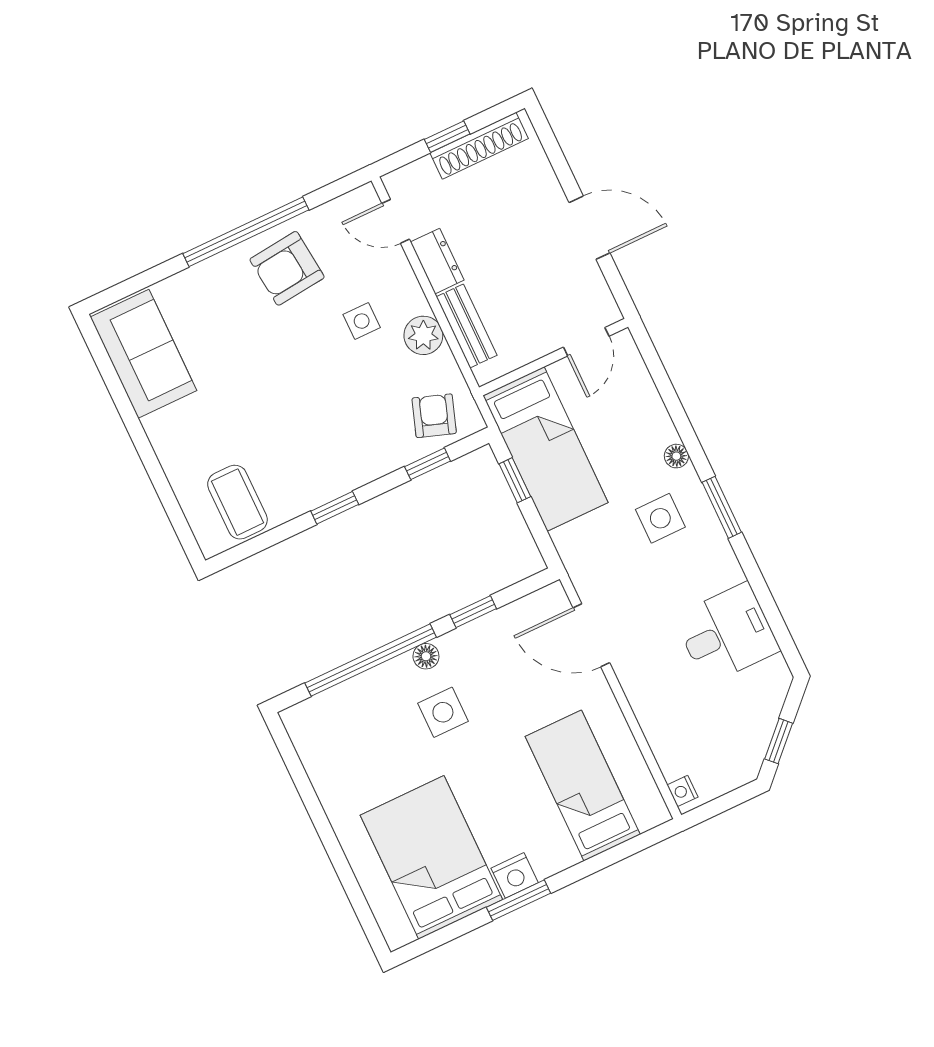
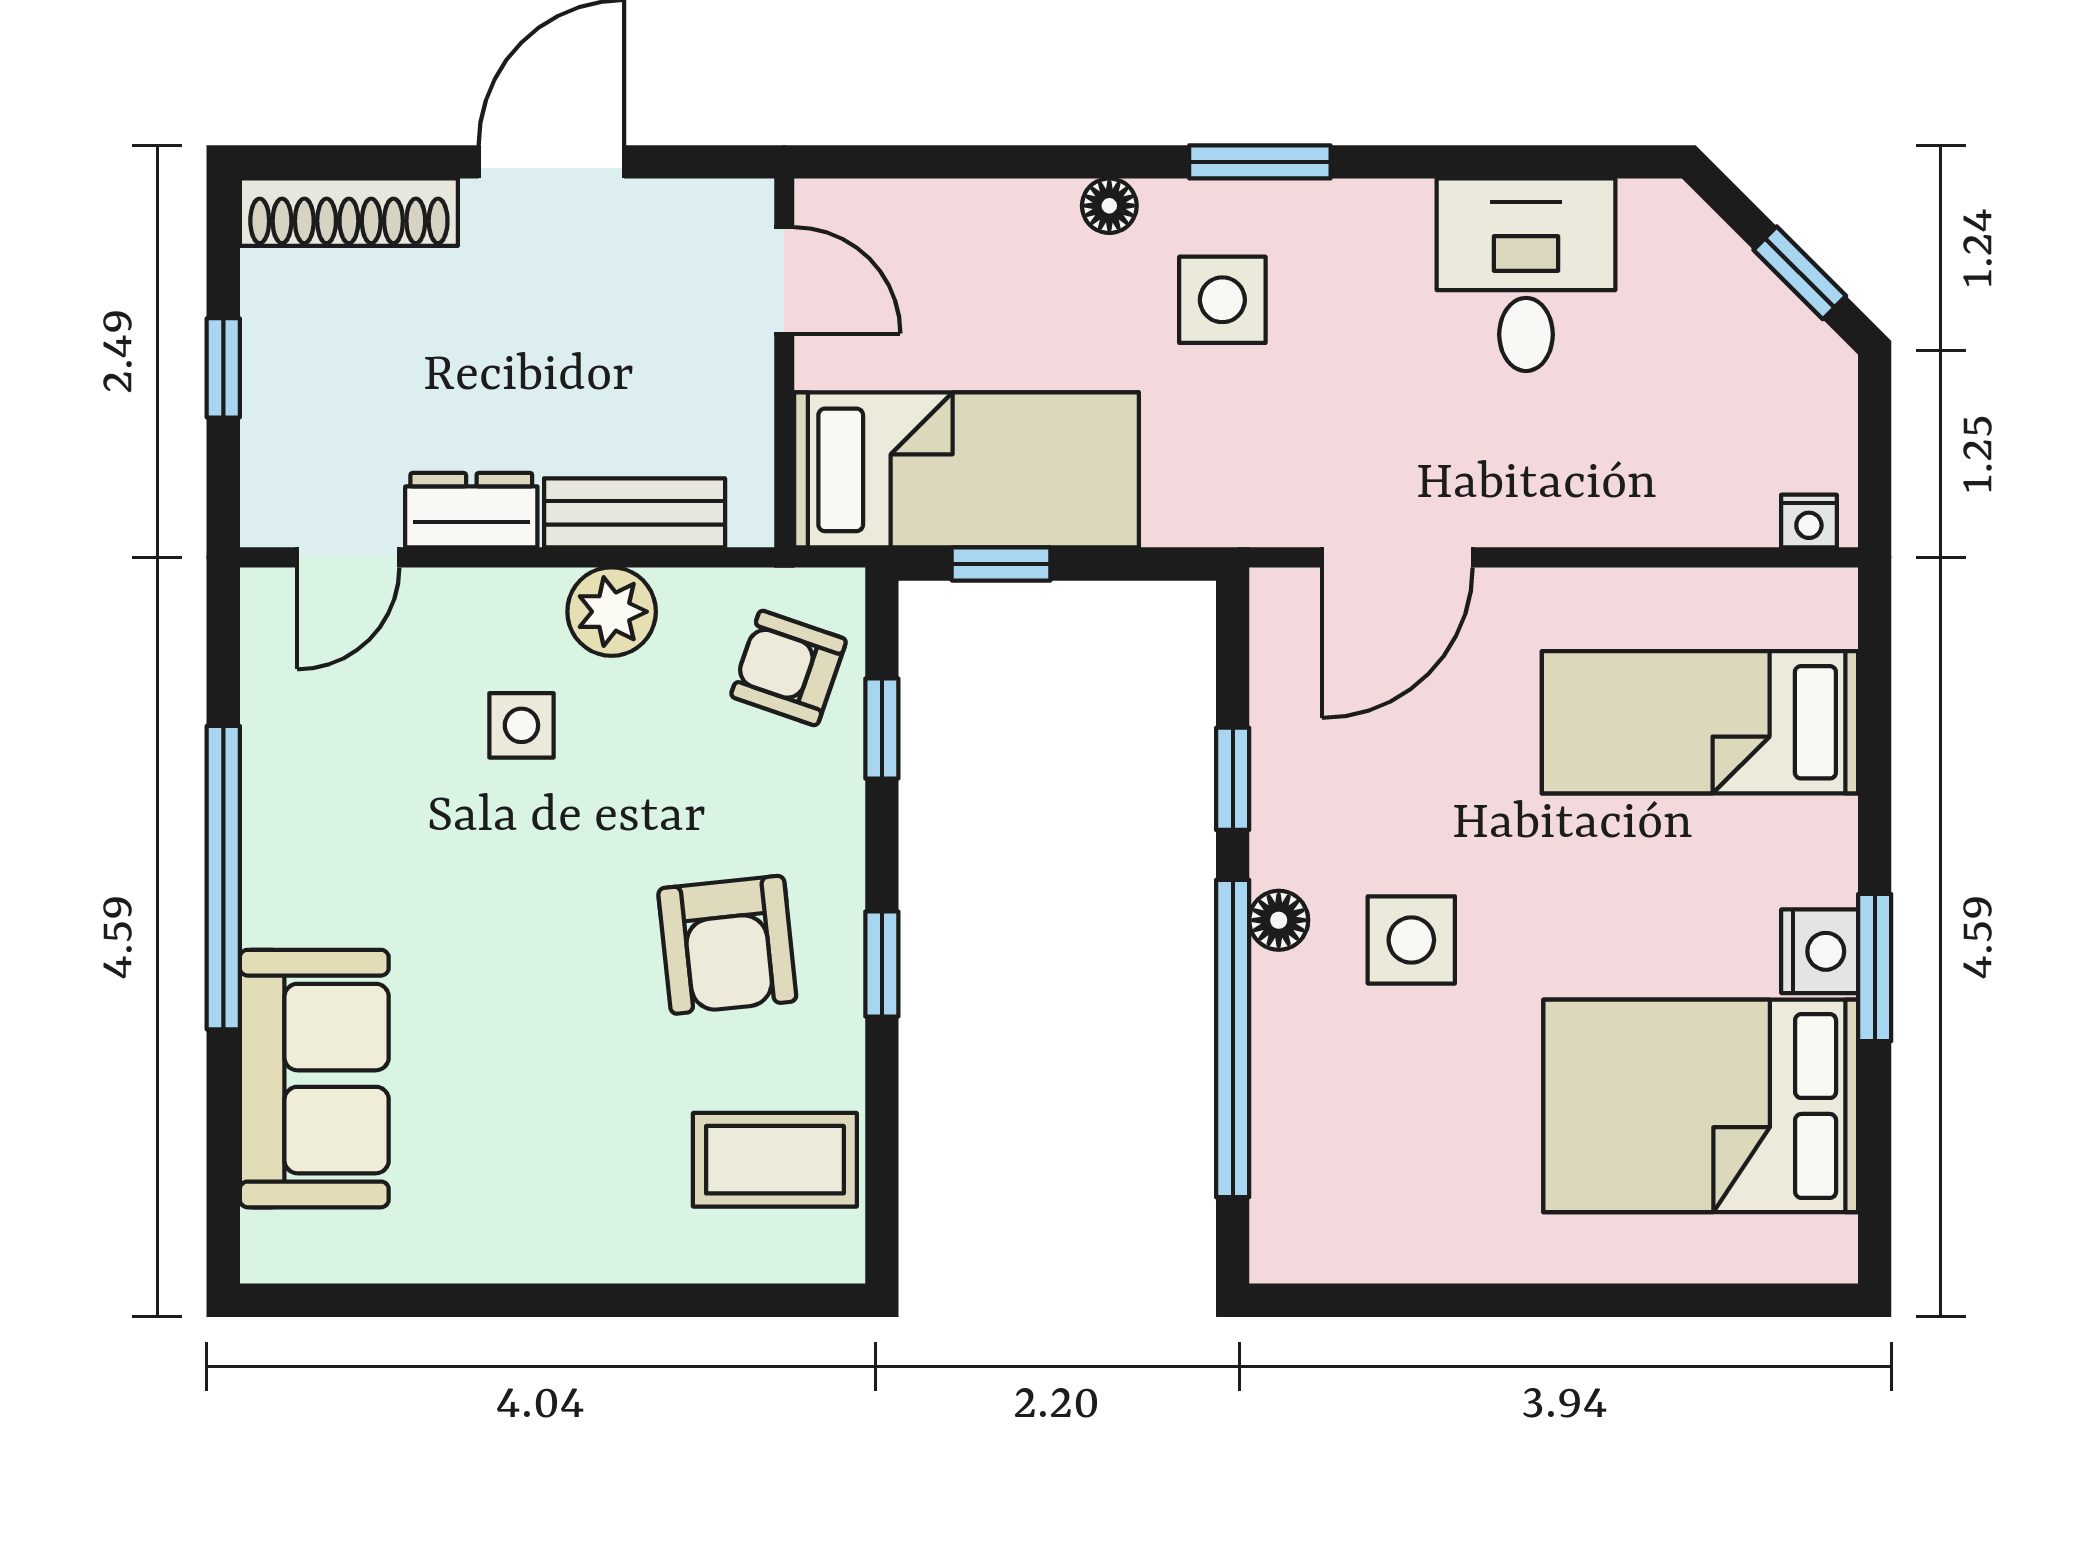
shoe rack: (479, 146) -> (349, 212), moved, turned 90
armchair: (287, 268) -> (727, 945), moved
sofa: (143, 354) -> (314, 1079), moved, turned 90

